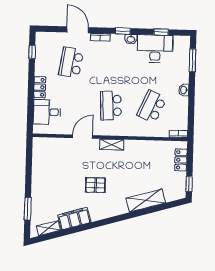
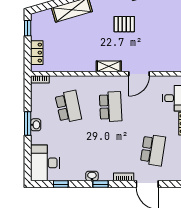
desk: (155, 49) -> (45, 163), moved, turned 90
window: (193, 60) -> (28, 123), moved
school desk: (152, 107) -> (68, 107), turned -36

